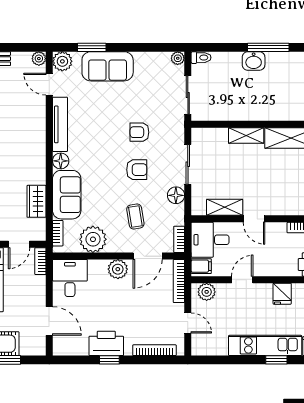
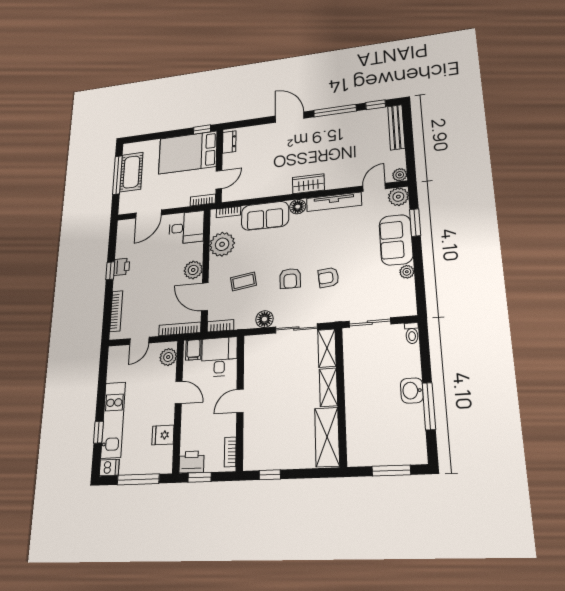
plant: (178, 58) -> (407, 272), moved
armchair: (139, 132) -> (328, 277), turned -95
wardrobe: (36, 201) -> (308, 184), moved
shelving: (225, 207) -> (327, 348), moved
door: (19, 244) -> (219, 180), swing flipped
printer: (106, 343) -> (122, 267), width x0.53, depth x0.68

